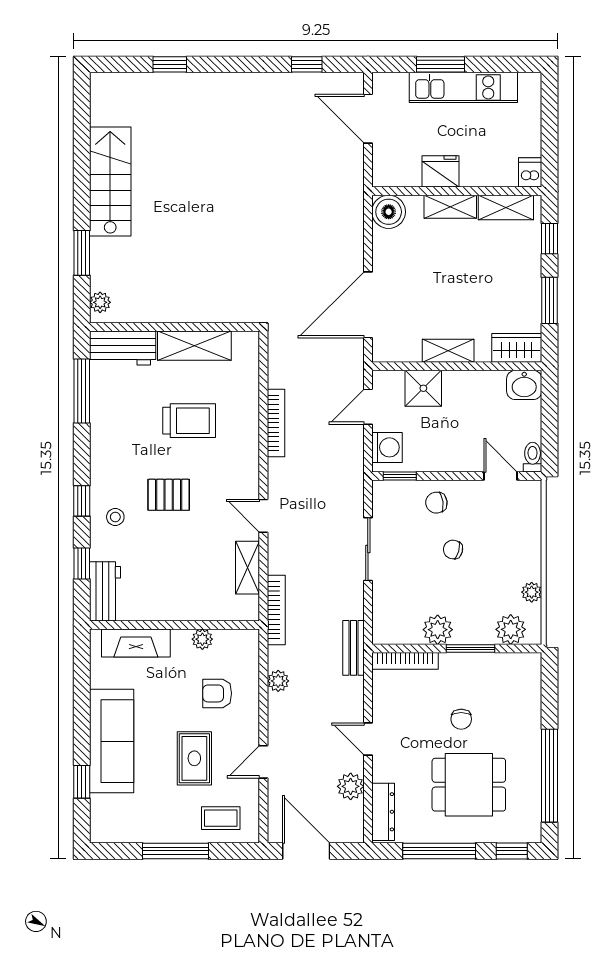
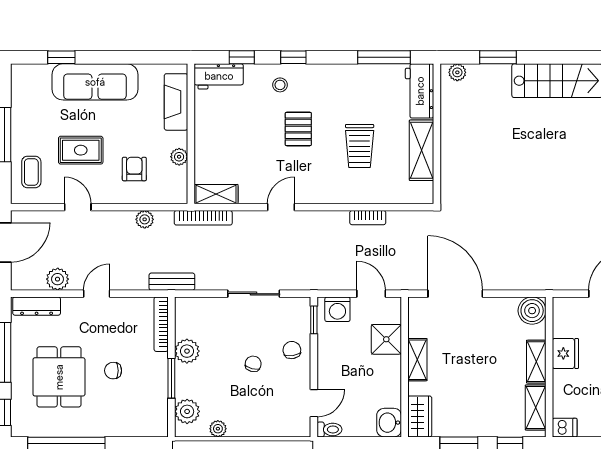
bookcase: (276, 423) -> (368, 218), width x0.64
shelving: (248, 568) -> (216, 194), moved

